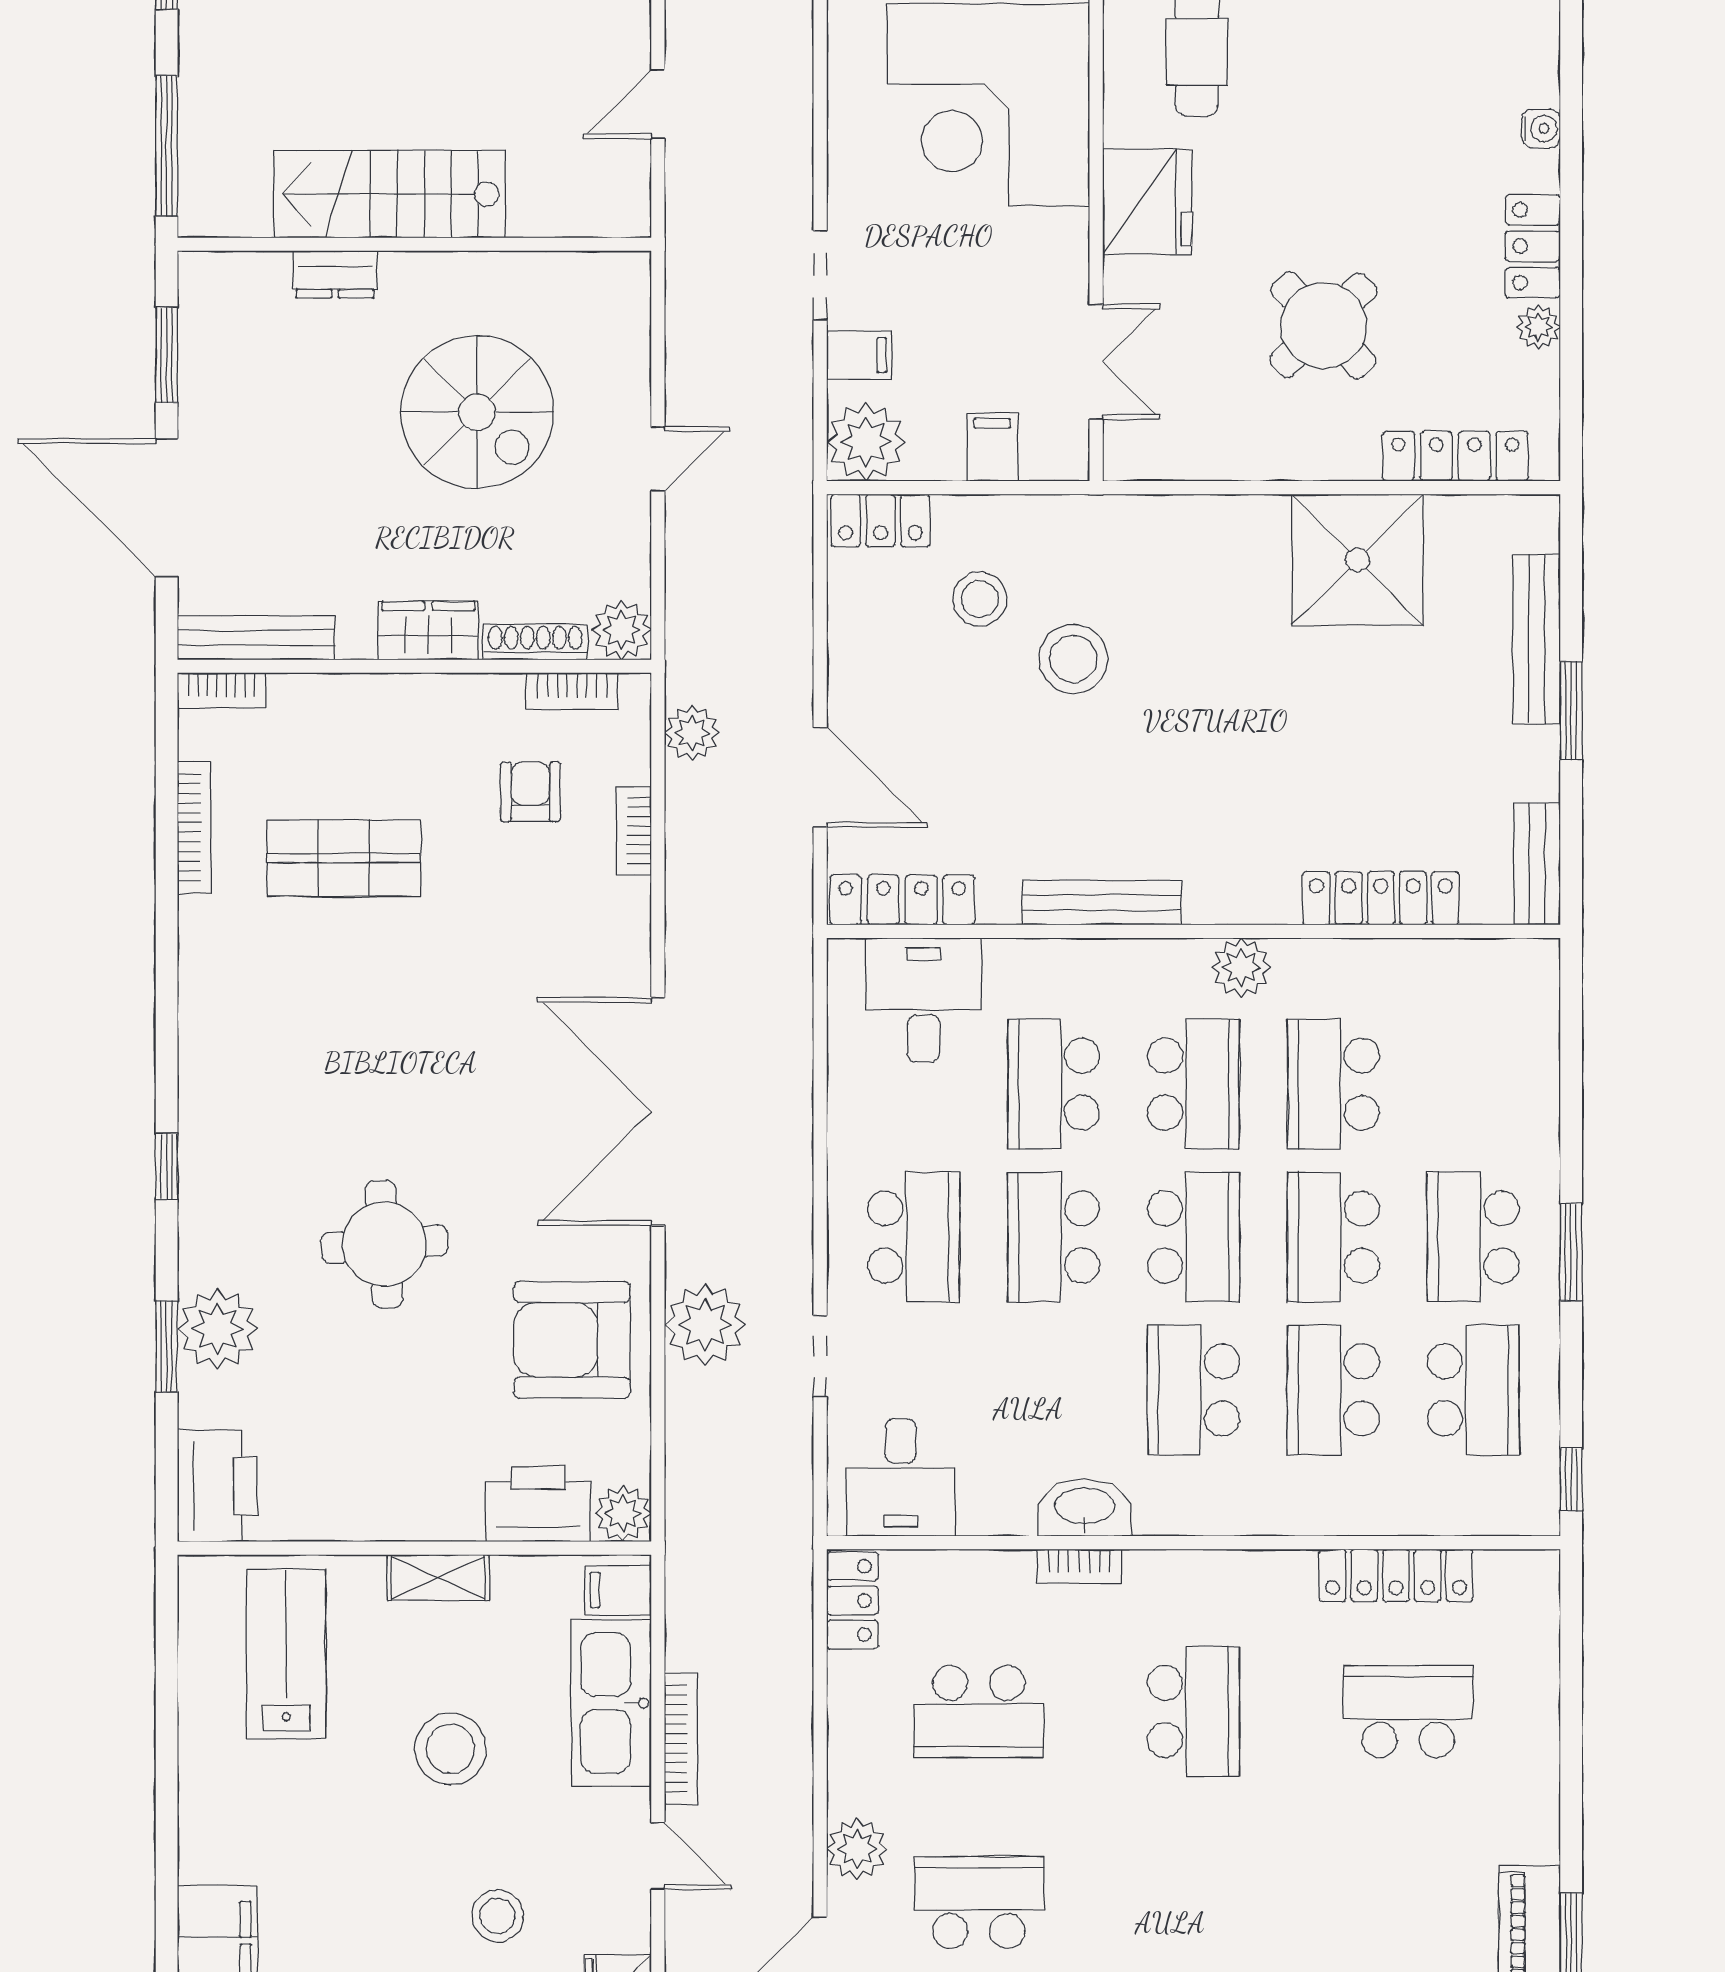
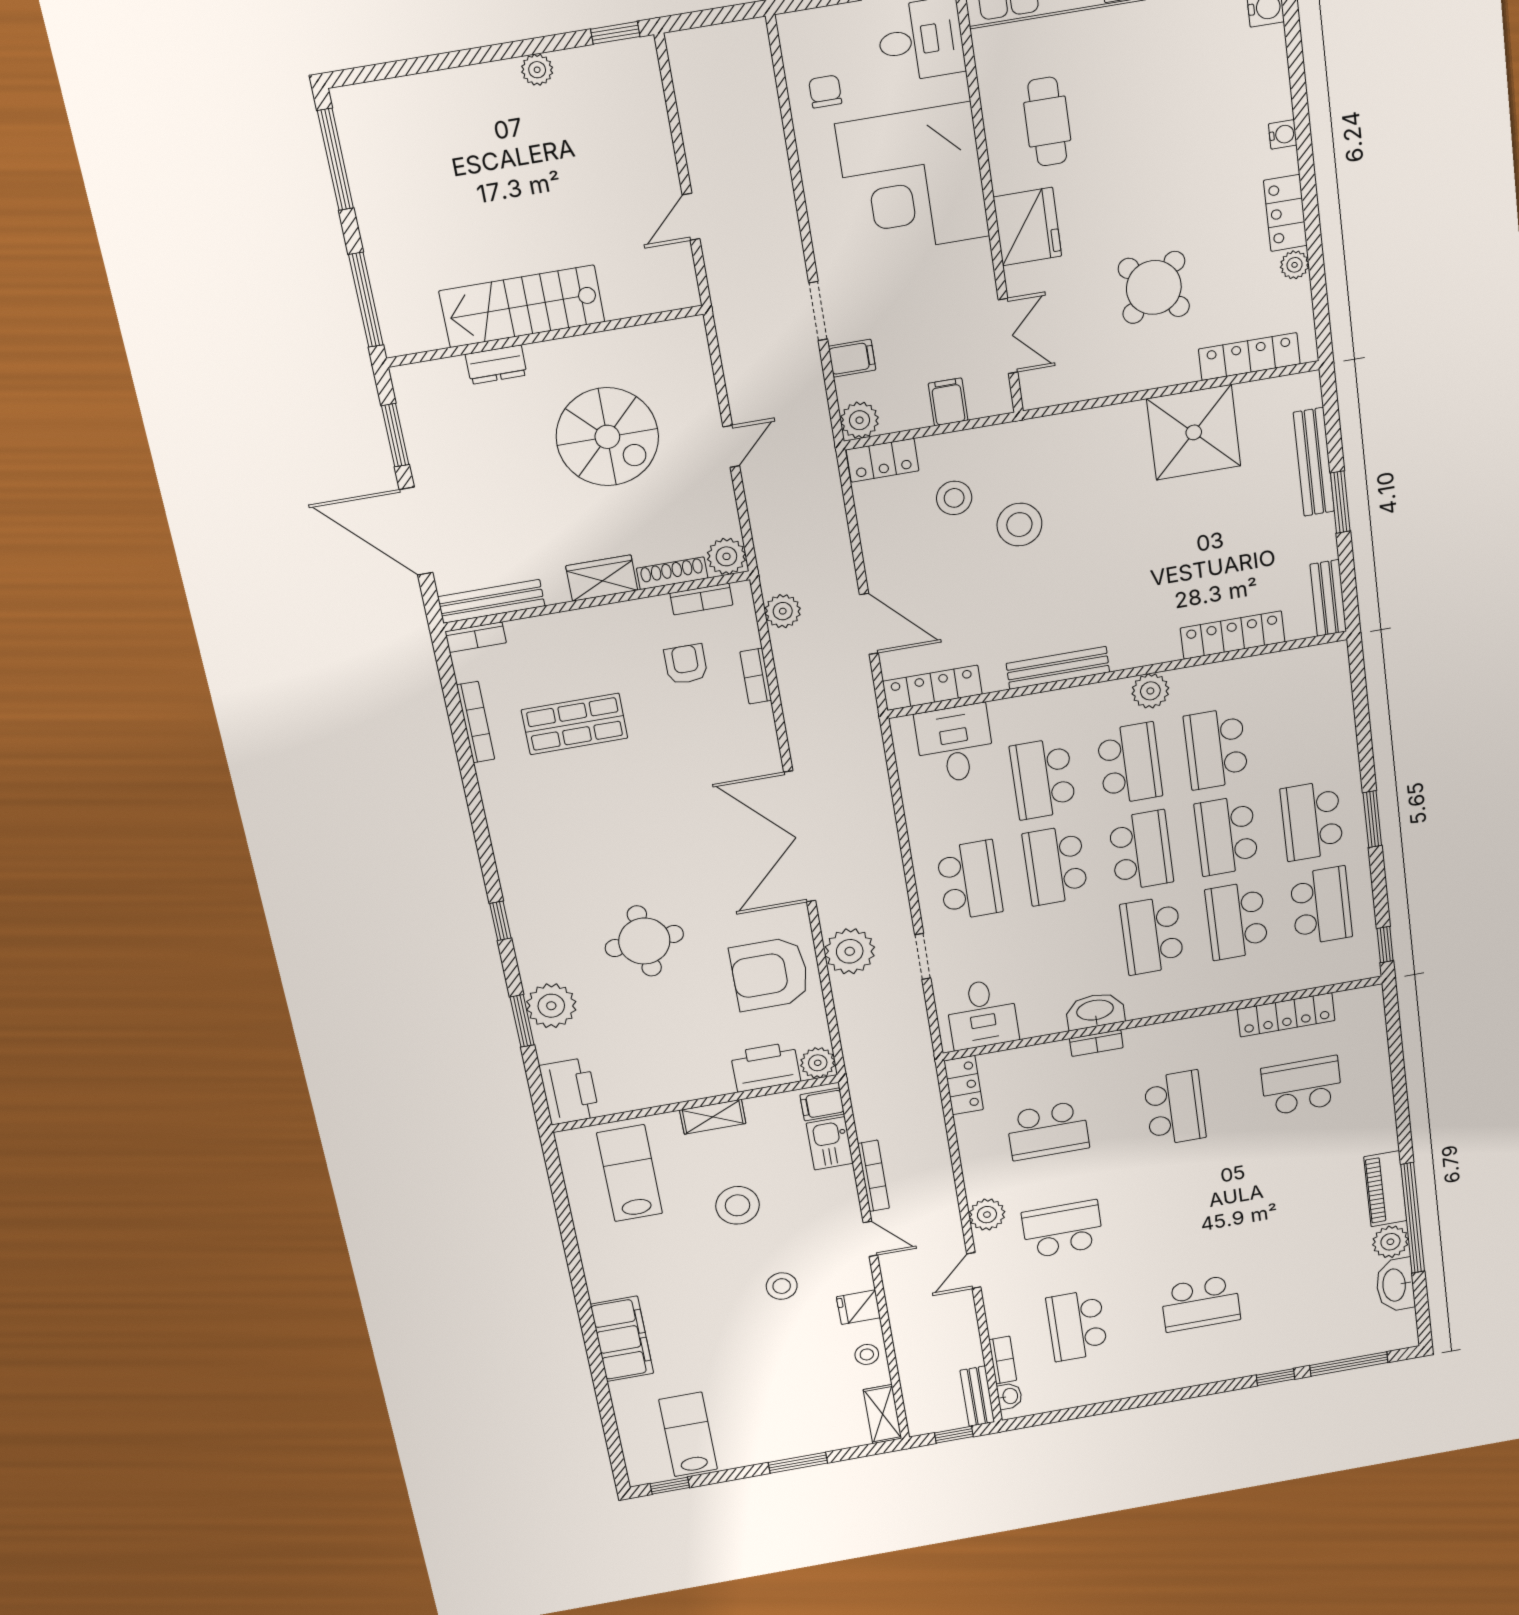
plant: (866, 442) -> (860, 420), width x0.73, depth x0.73
kitchen sink: (611, 1703) -> (830, 1143), width x0.53, depth x0.81

